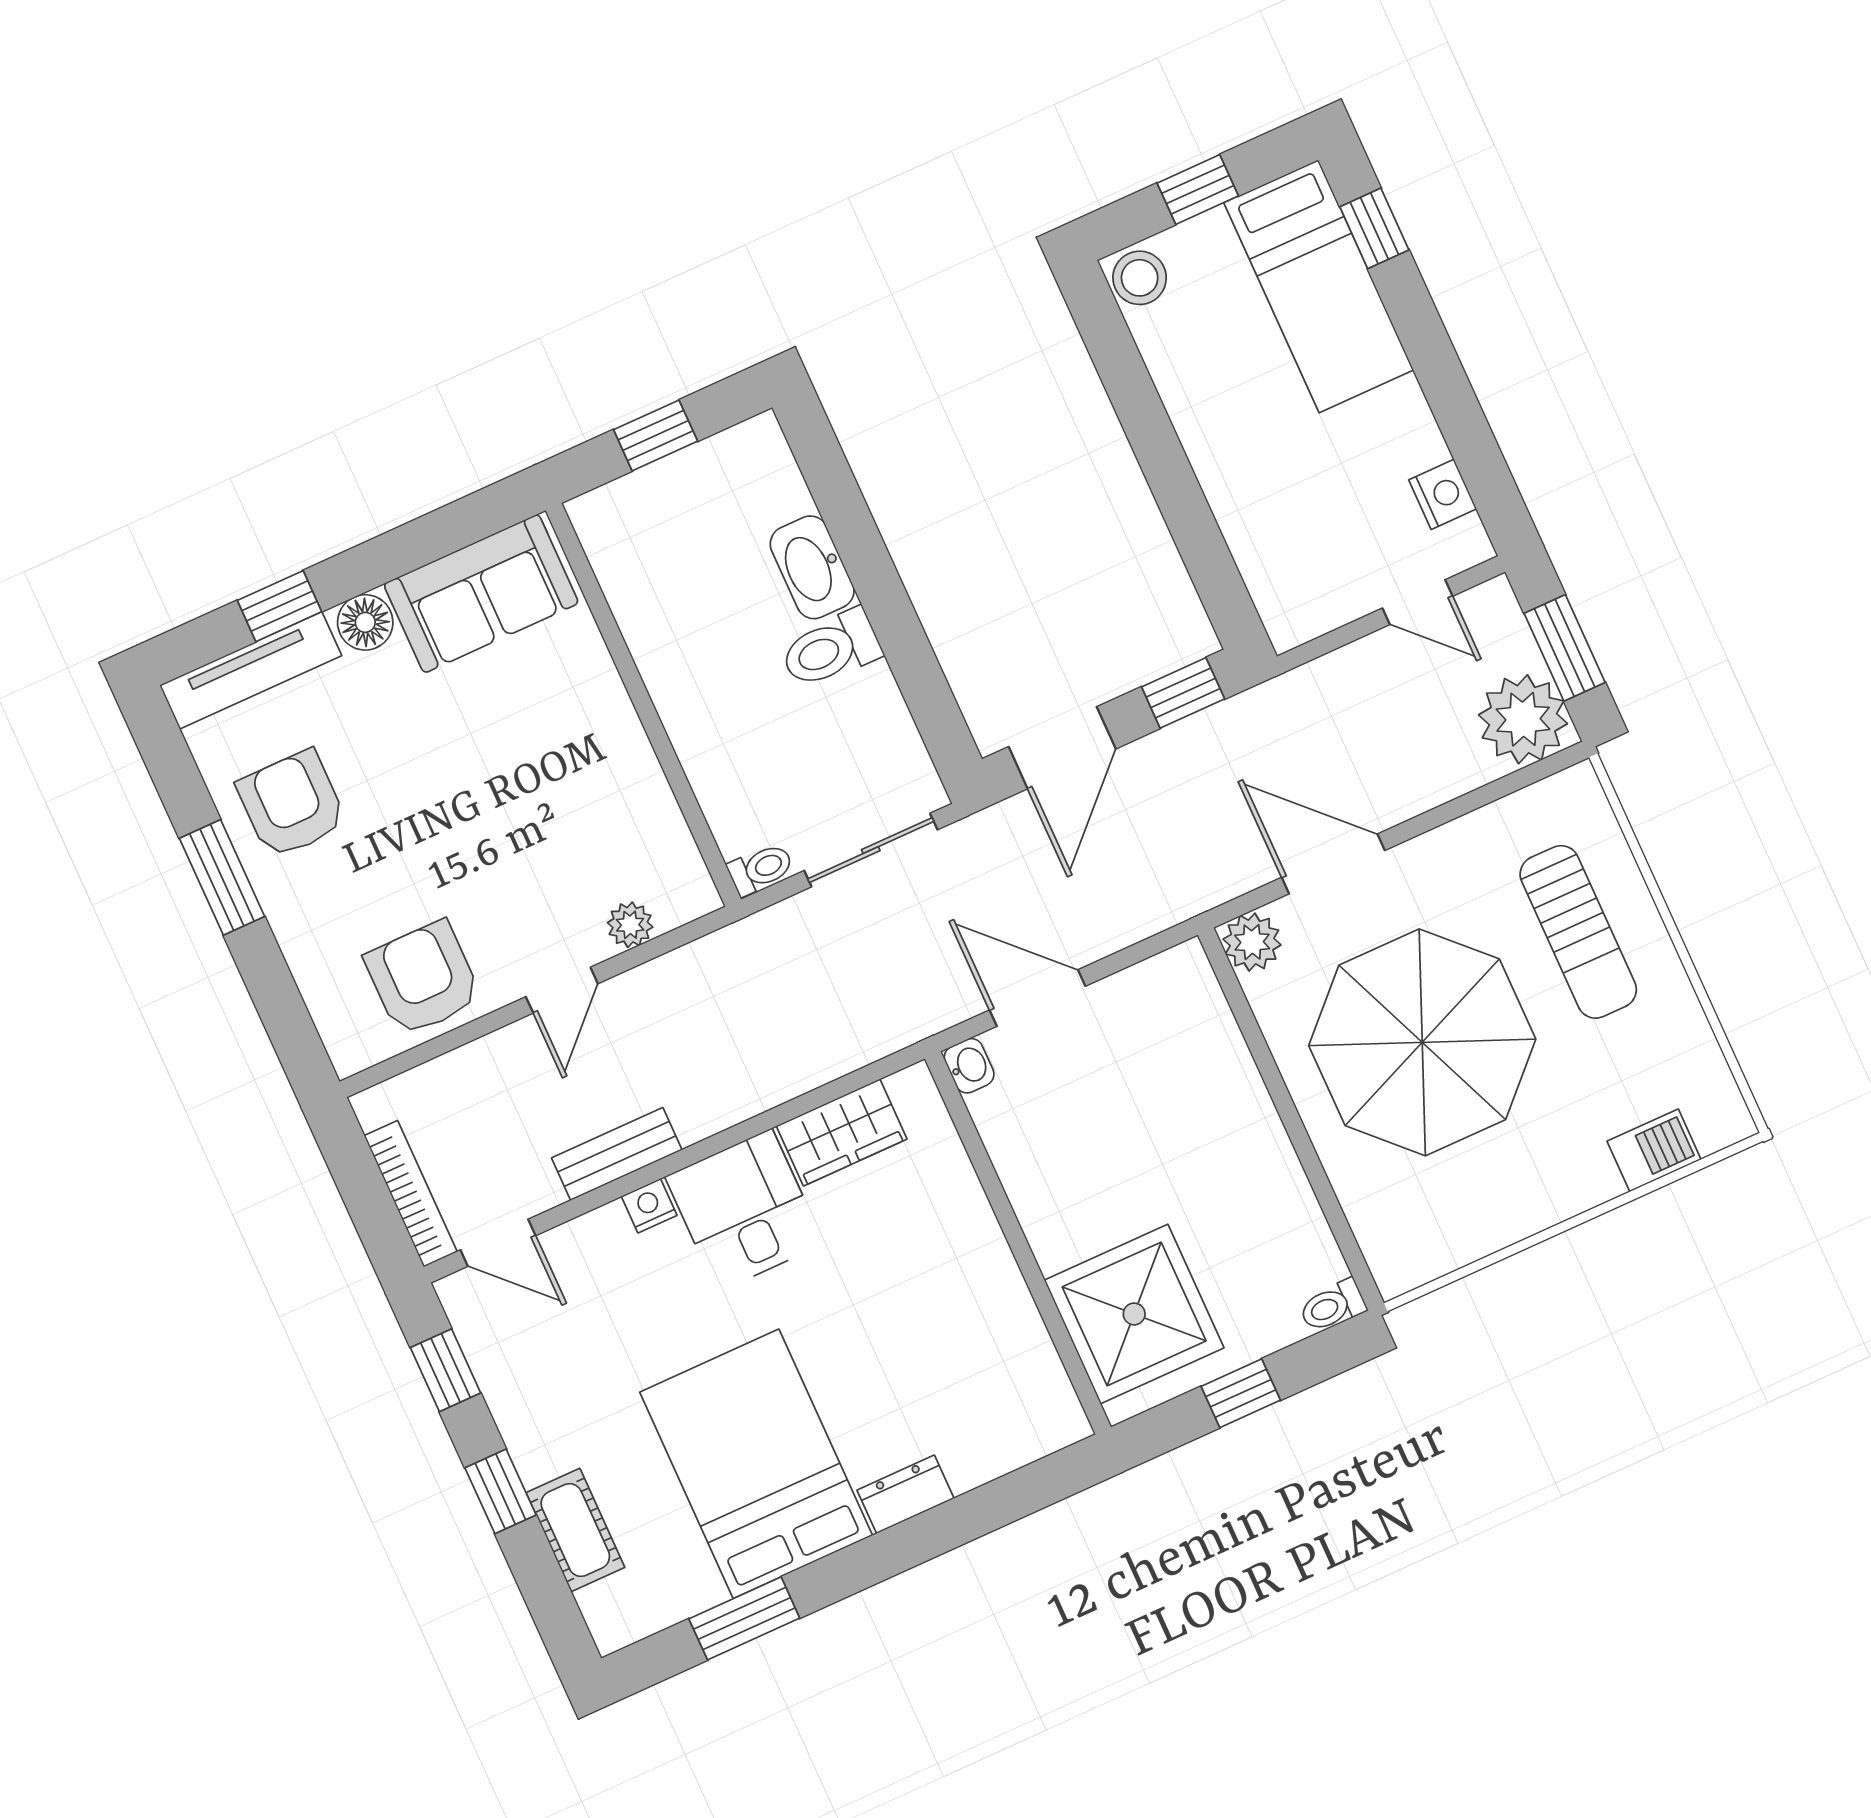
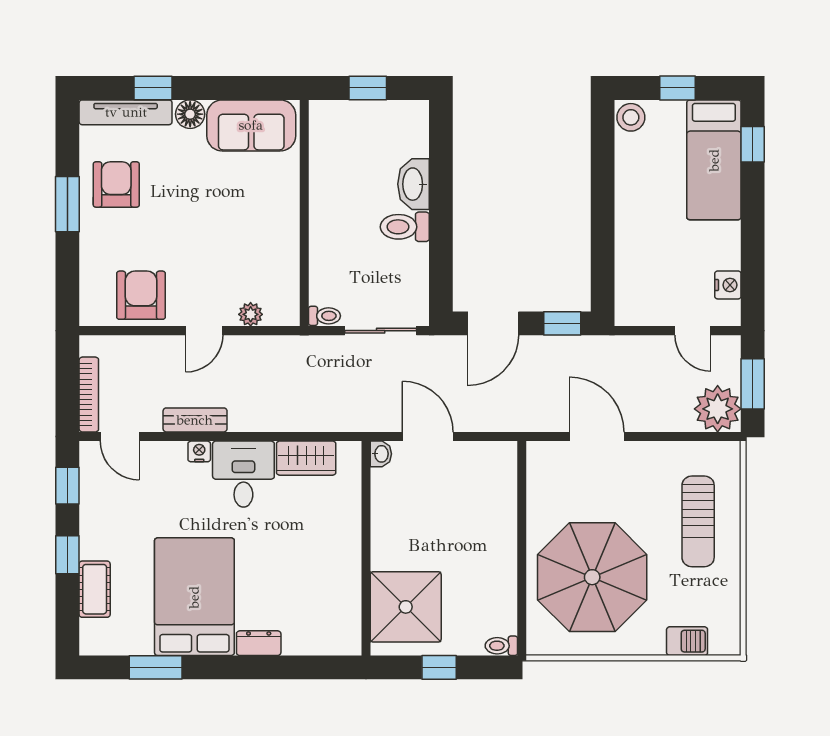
plant: (1252, 942) -> (541, 456), removed
parasol: (1422, 1042) -> (592, 577), moved

